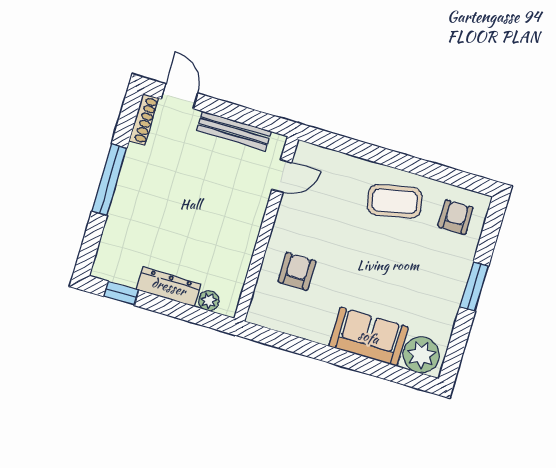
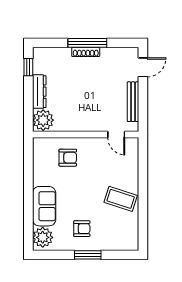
shoe rack: (144, 120) -> (86, 52), moved
coffee table: (395, 201) -> (121, 199), turned -60
armchair: (456, 217) -> (82, 229), moved
plant: (209, 301) -> (43, 120), width x1.88, depth x1.88

